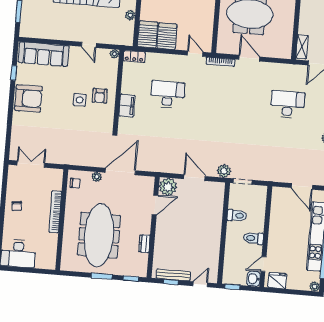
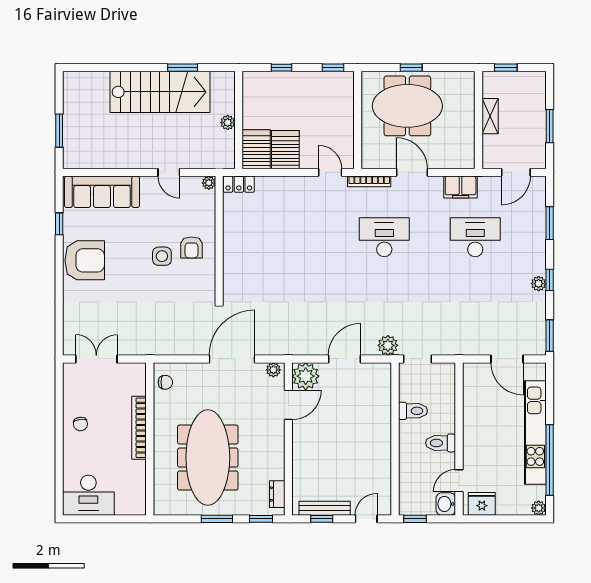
shelving: (302, 47) -> (490, 116), moved
desk: (167, 94) -> (384, 237), moved
filing cabinet: (127, 106) -> (461, 187), moved, turned 90
plant: (97, 177) -> (273, 370), moved
door: (195, 178) -> (344, 359), hinge flipped
dresser: (144, 244) -> (277, 494), moved

